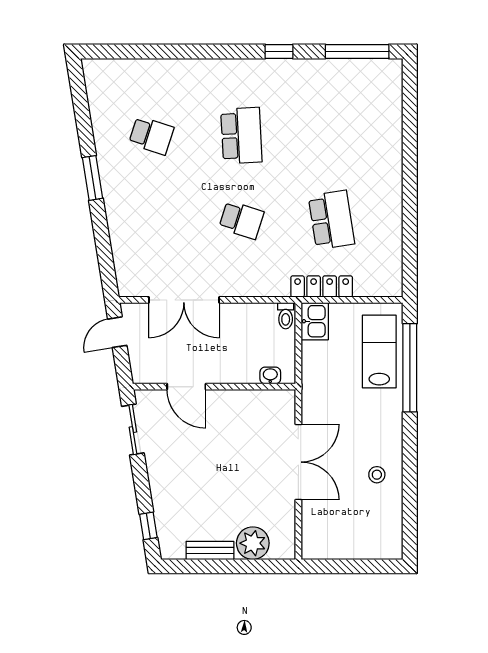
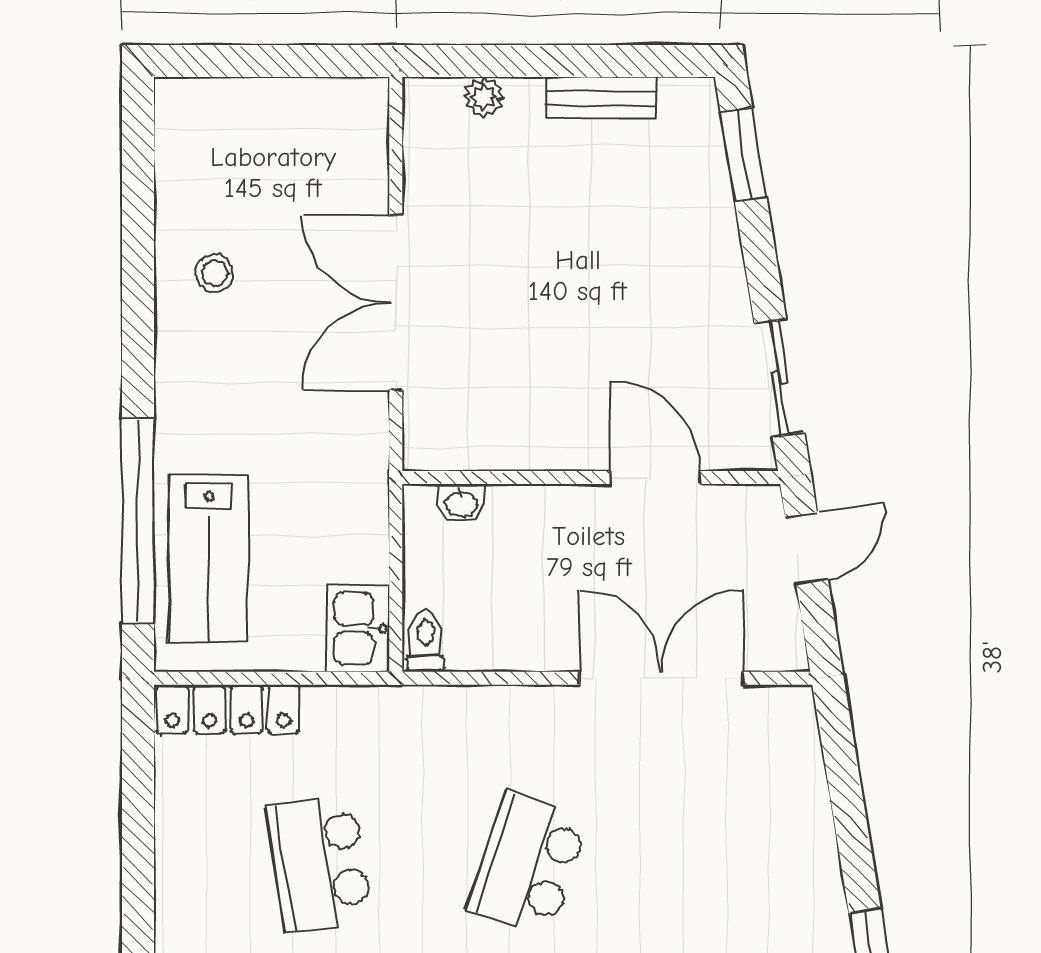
school desk: (241, 220) -> (528, 863), width x1.85
locker: (322, 286) -> (228, 709), moved
door: (117, 332) -> (807, 548), moved
window: (148, 526) -> (744, 155), width x1.50
plant: (253, 543) -> (484, 97), width x0.53, depth x0.53

